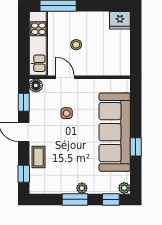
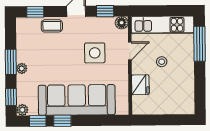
fridge: (120, 20) -> (140, 85), moved, turned 180
side table: (67, 113) -> (95, 53), width x1.87, depth x1.87
window: (136, 172) -> (38, 121), added

